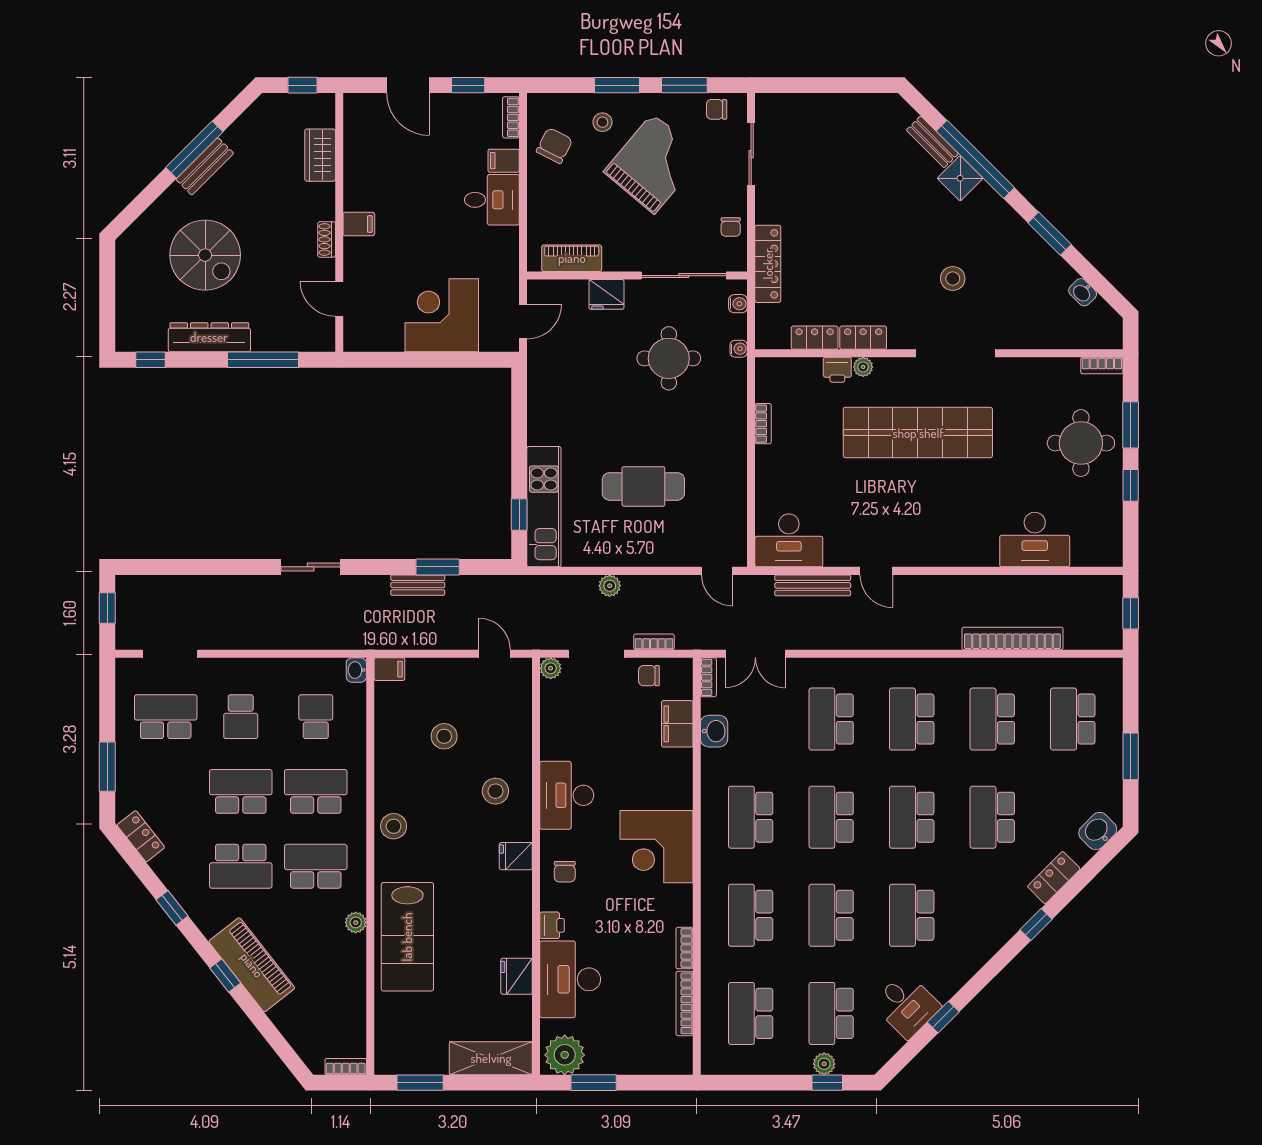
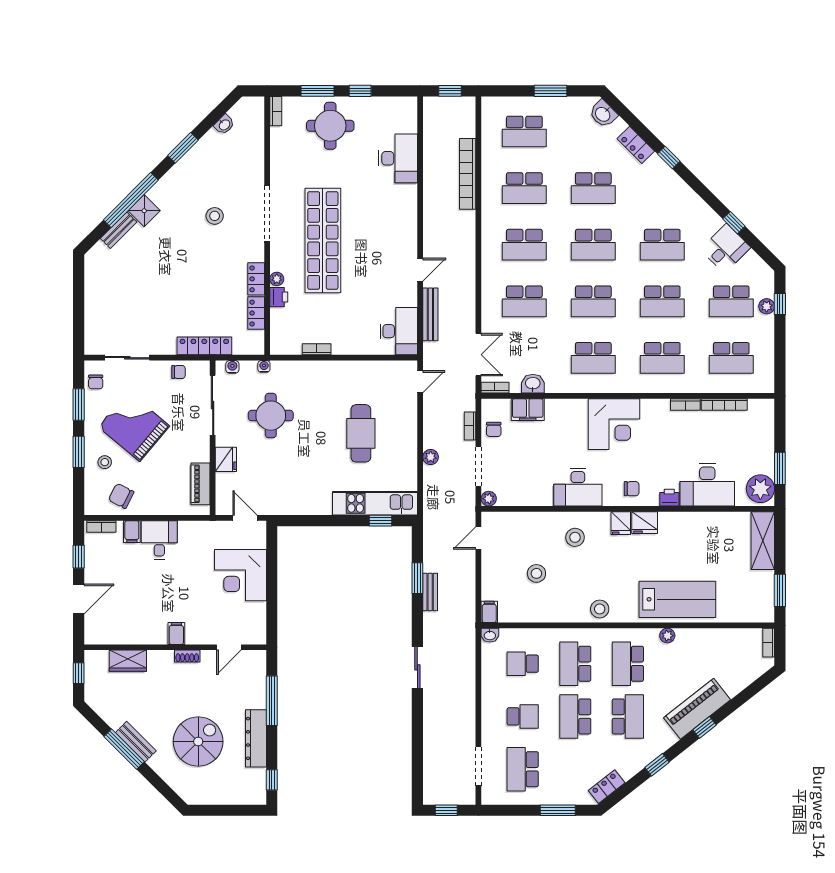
fridge: (517, 976) -> (645, 523), moved

